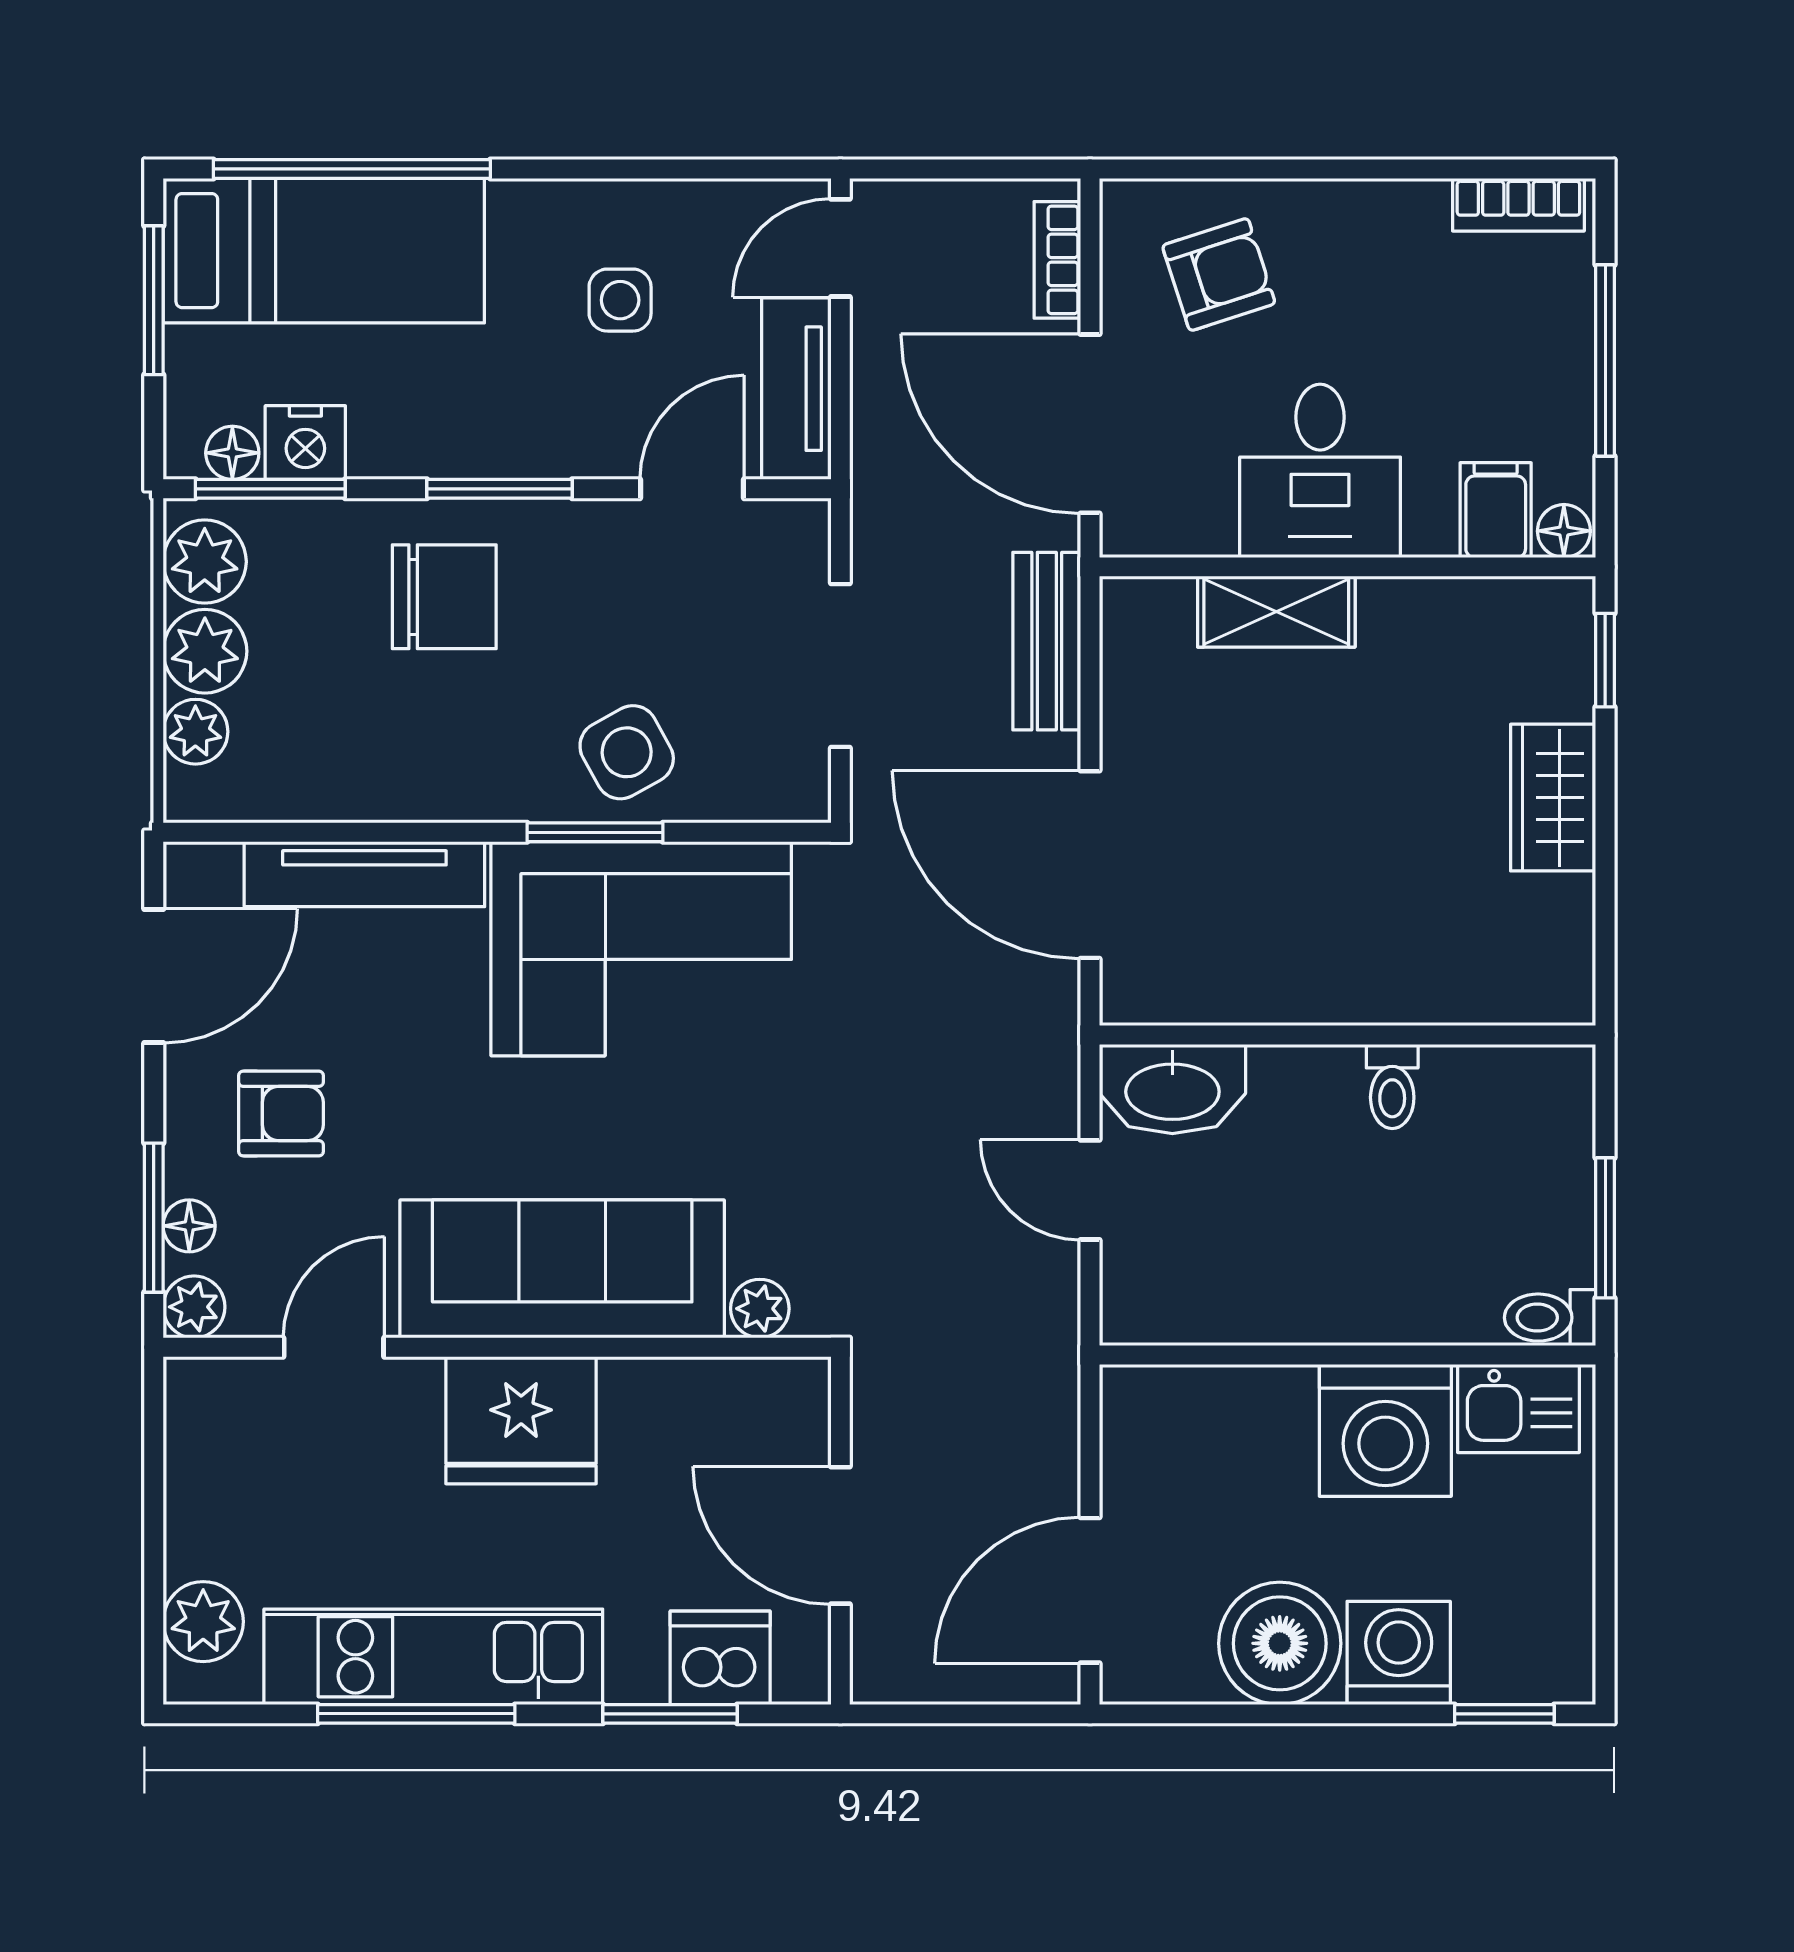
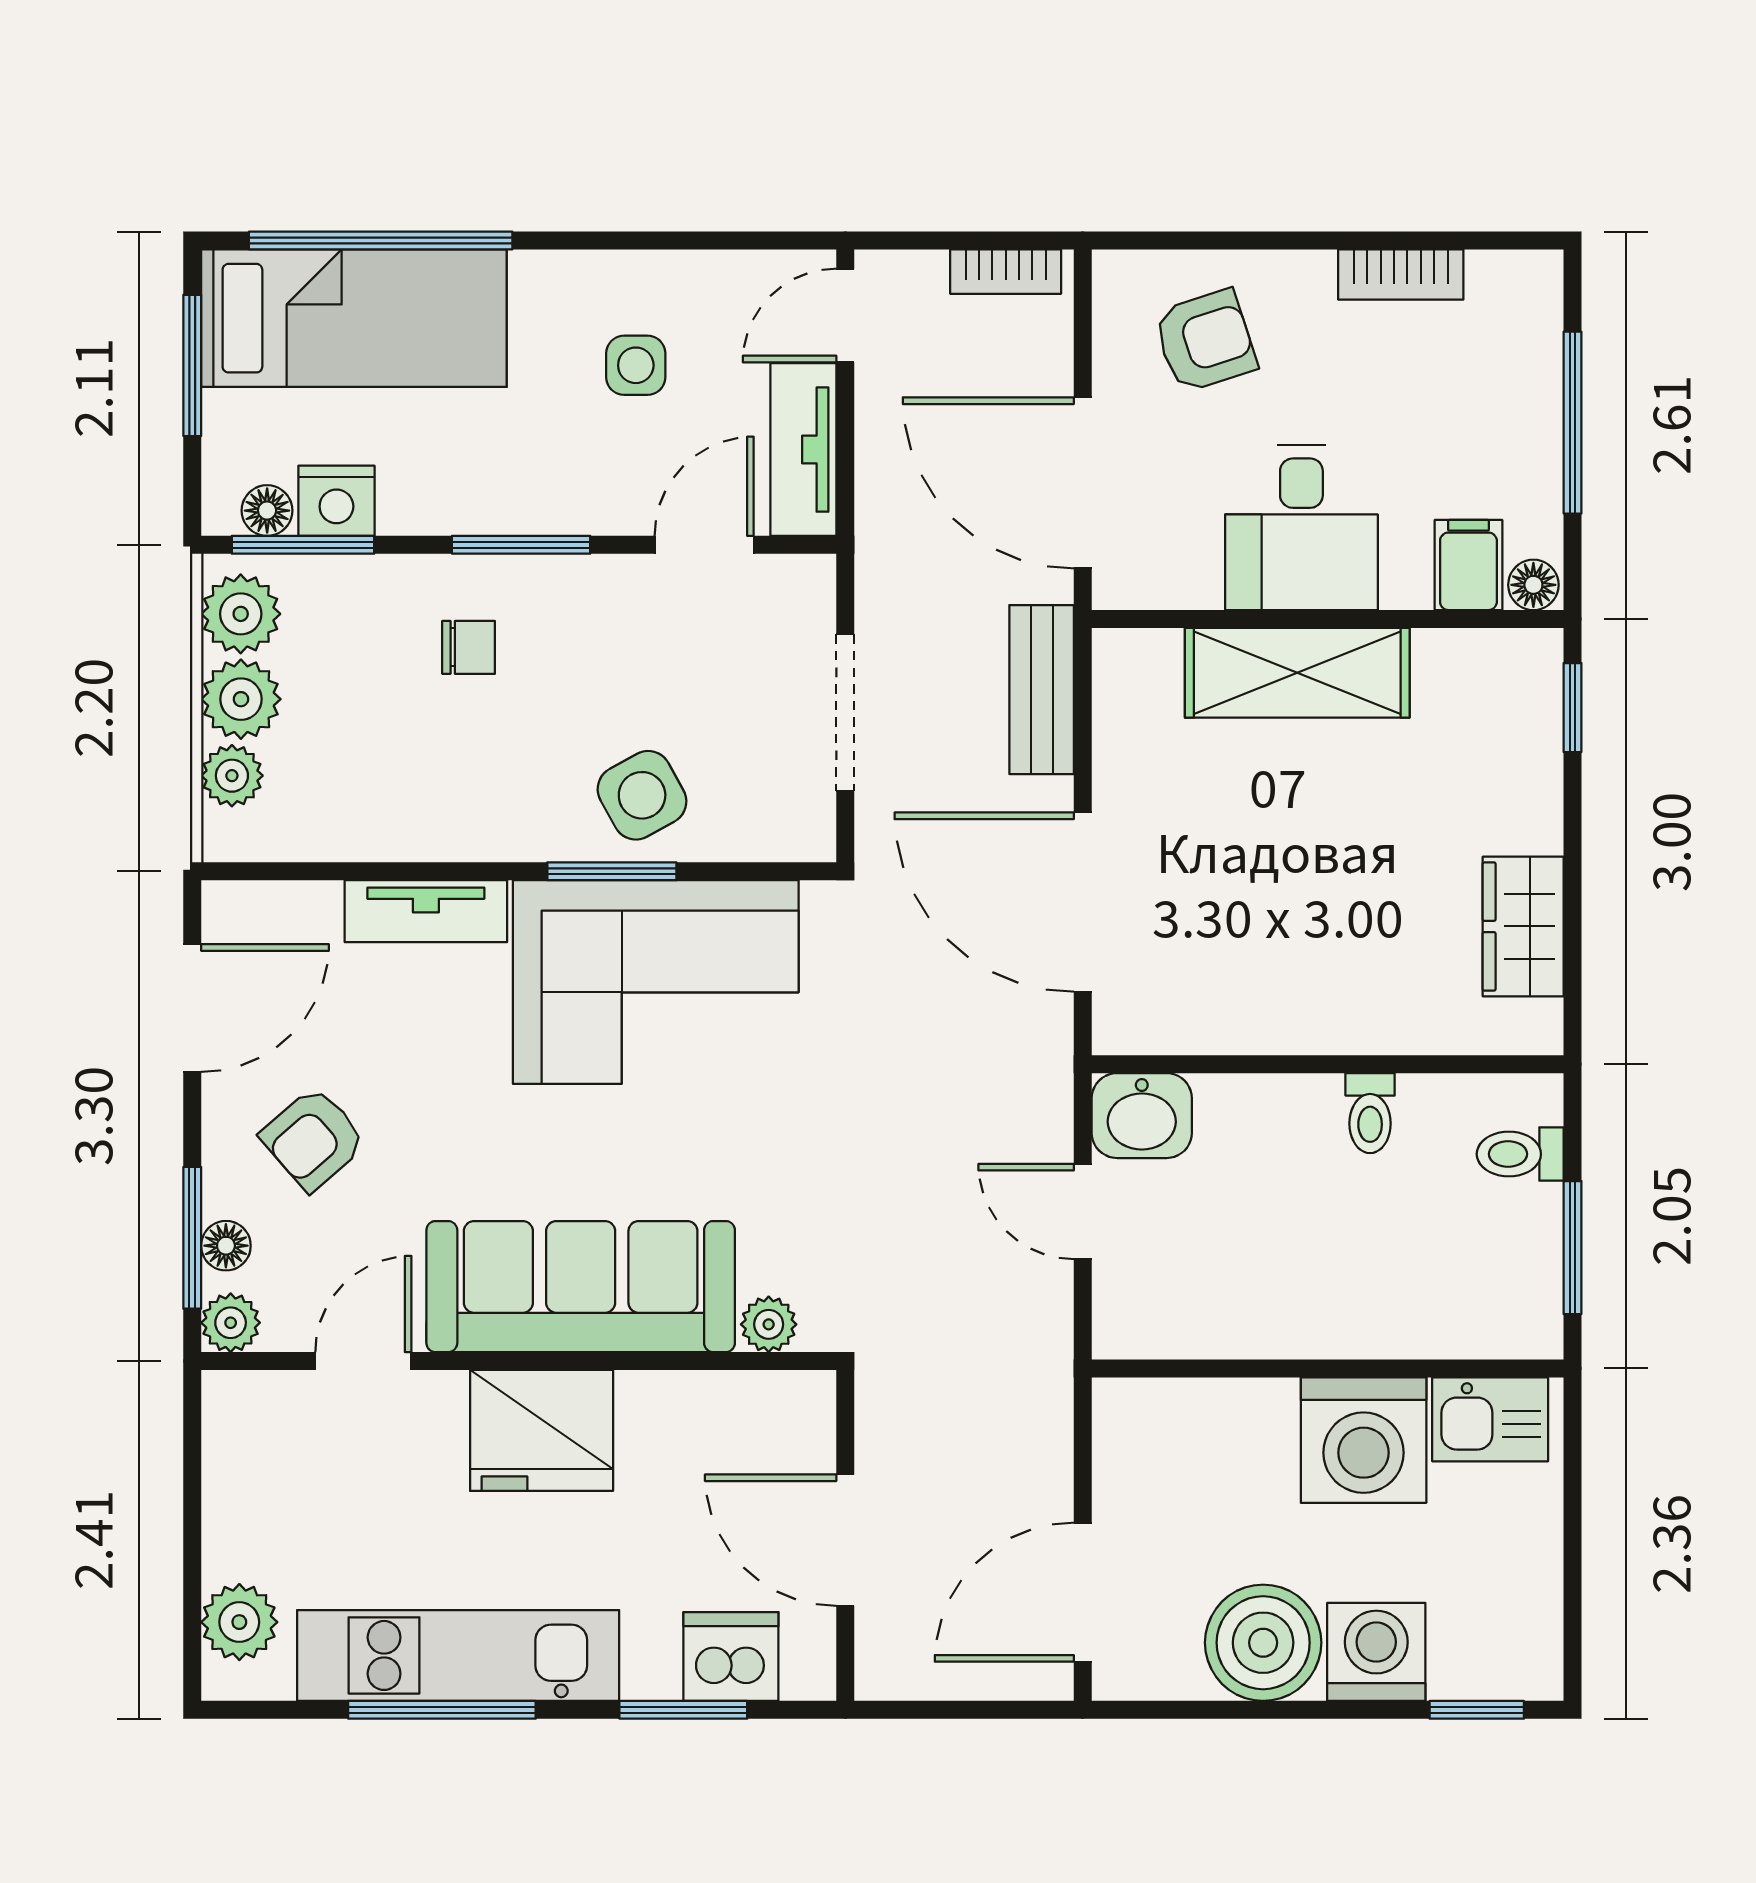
bookcase: (1518, 205) -> (1401, 274), moved
bookcase: (1057, 260) -> (1006, 272), moved, turned -90
chair: (444, 597) -> (469, 647), width x0.54, depth x0.54
shelving: (1276, 612) -> (1297, 673), width x1.50, depth x1.33
wardrobe: (1553, 798) -> (1523, 926), moved
tv unit: (364, 874) -> (426, 911), width x0.71
washbasin: (1172, 1089) -> (1142, 1116), width x0.72
armchair: (281, 1114) -> (313, 1139), turned 139
toilet: (1550, 1318) -> (1520, 1154), moved

